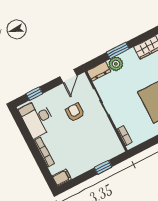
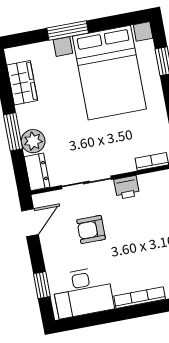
door: (68, 76) -> (30, 223), hinge flipped
printer: (105, 126) -> (127, 187), added

